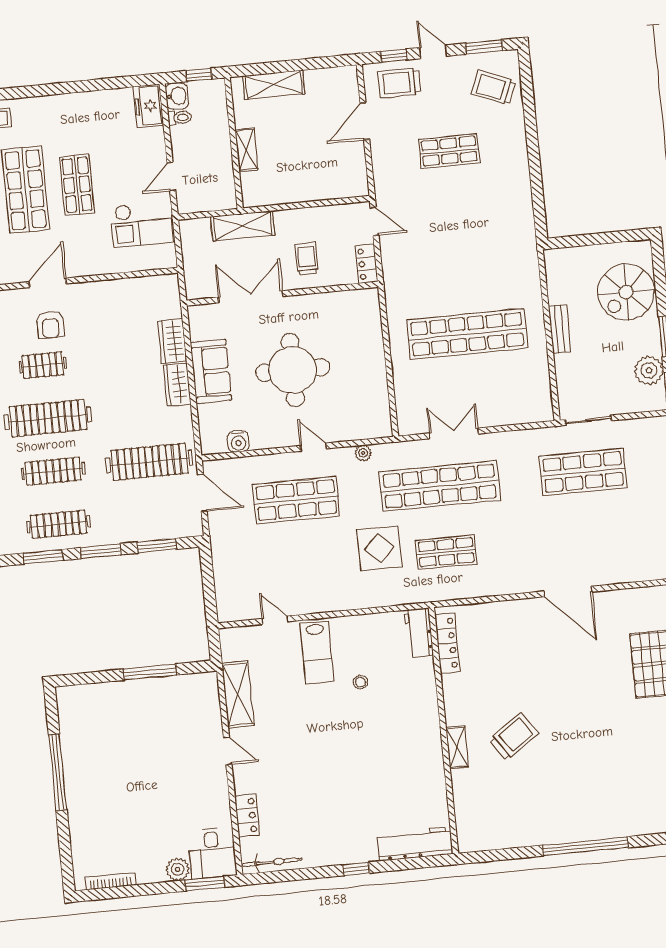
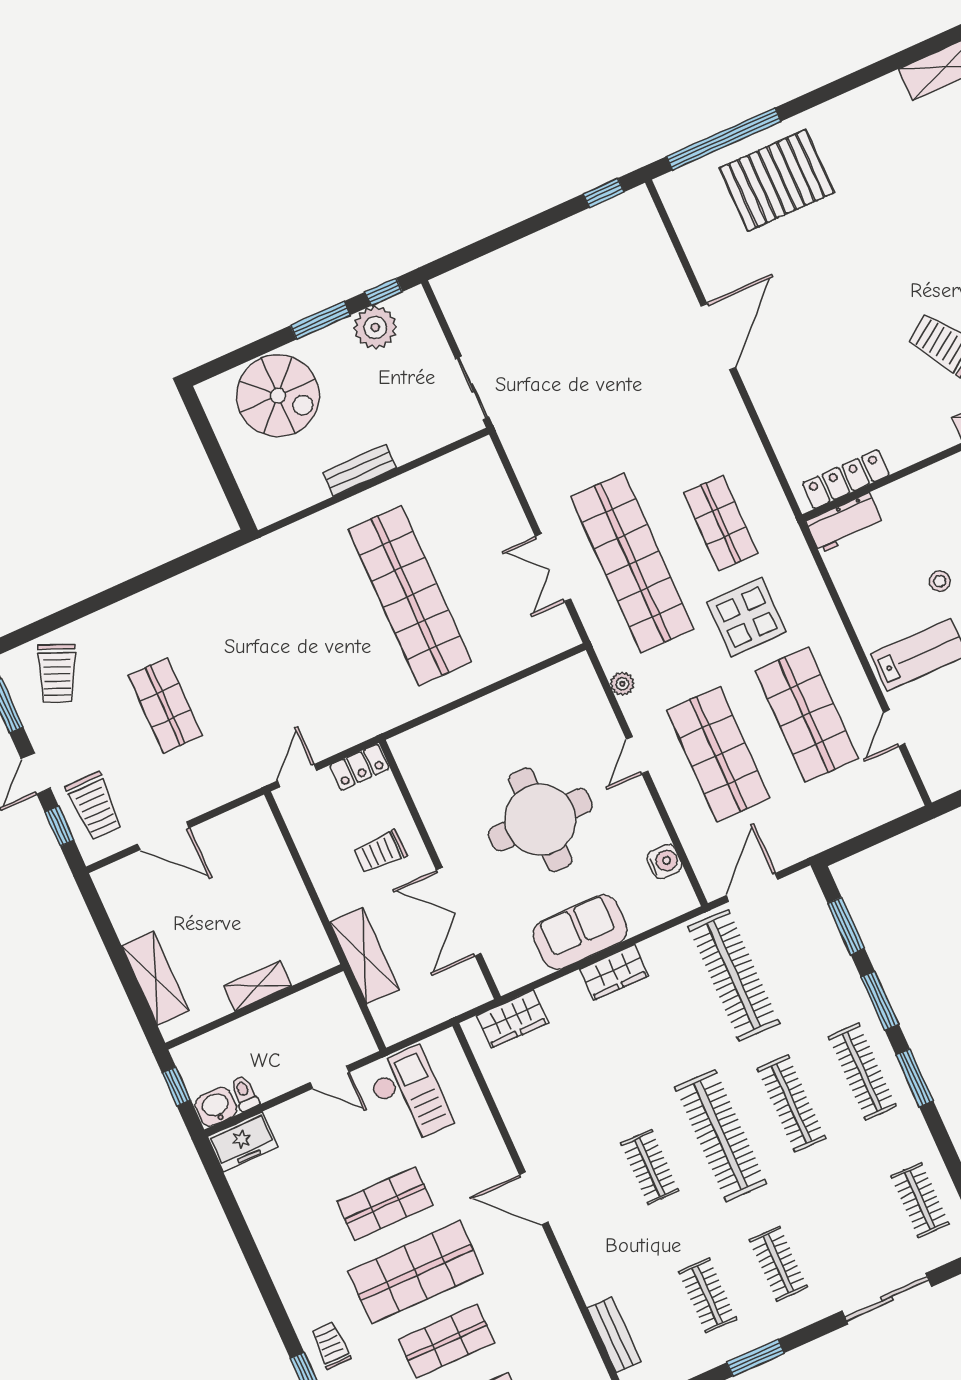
armchair: (50, 325) -> (590, 1175), removed
wardrobe: (172, 341) -> (512, 1019), moved
shop shelf: (583, 472) -> (807, 715), moved

